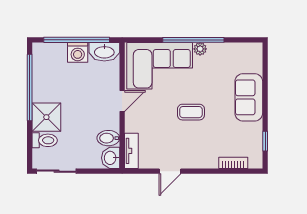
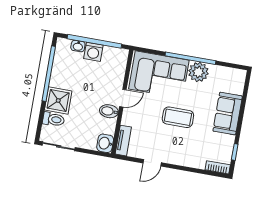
plant: (200, 49) -> (198, 72), width x1.88, depth x1.88
washbasin: (104, 52) -> (78, 46), moved, width x0.52, depth x0.69
coffee table: (191, 112) -> (178, 117), width x1.36, depth x1.30
bidet: (108, 138) -> (109, 111), moved
bookcase: (233, 163) -> (218, 167), moved

